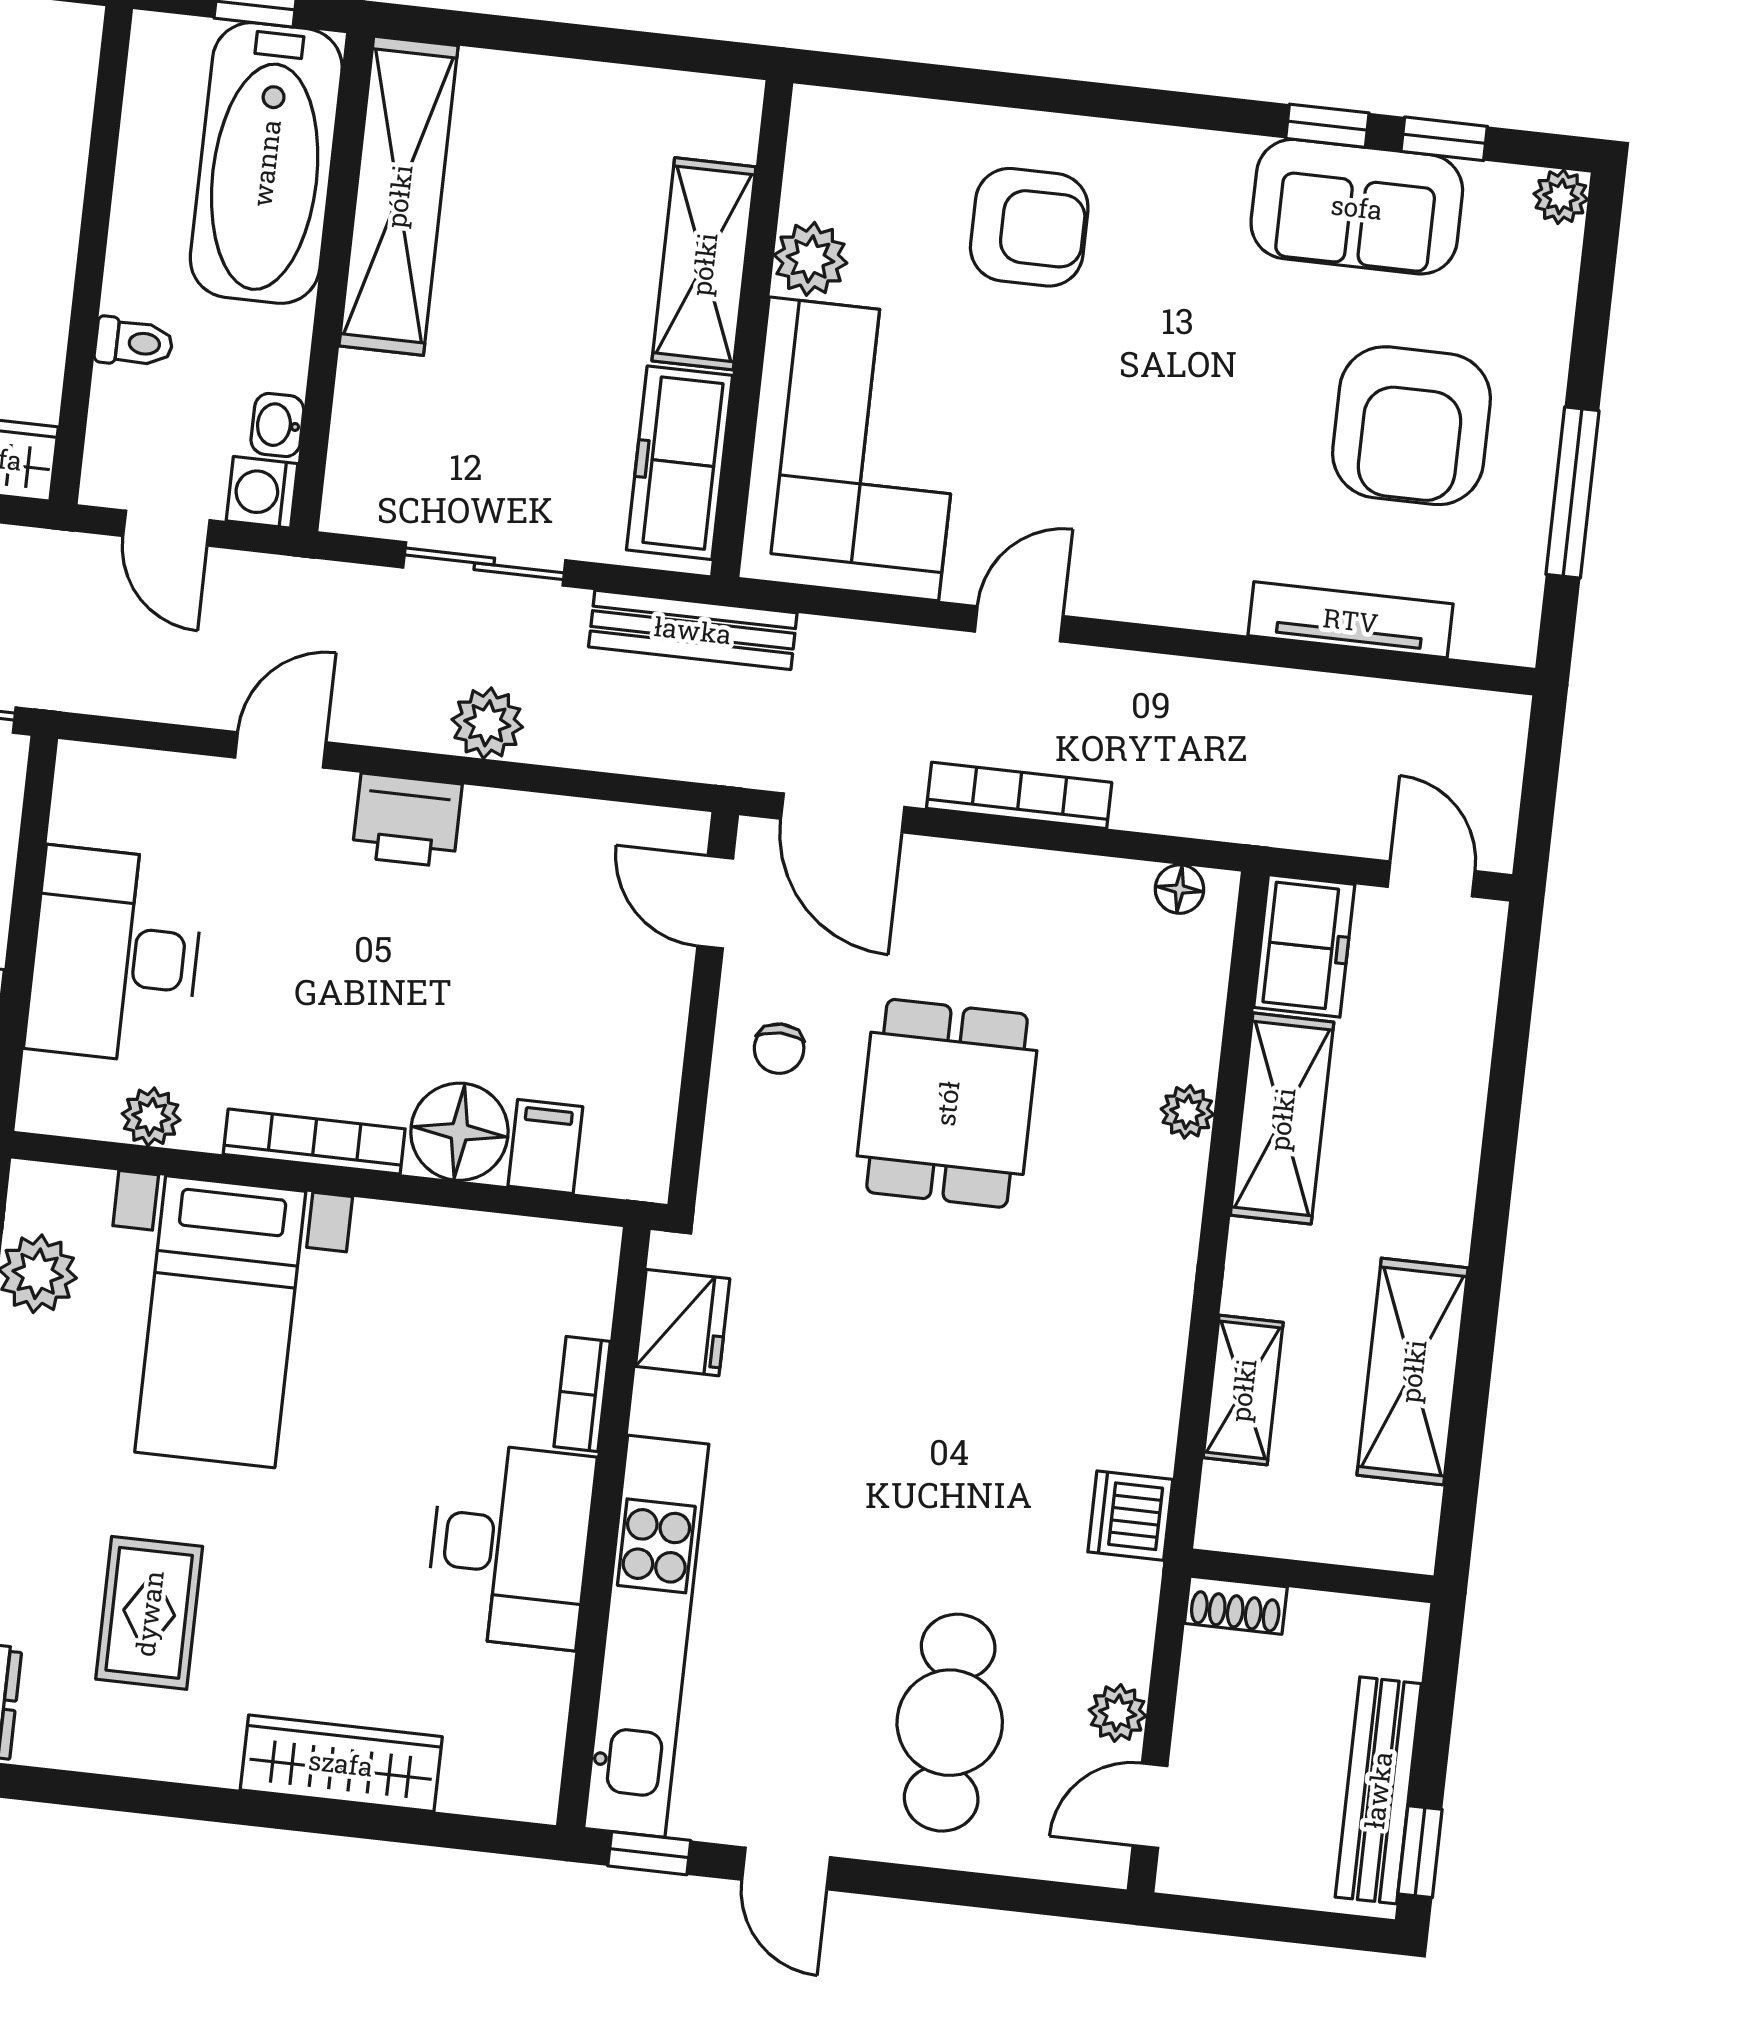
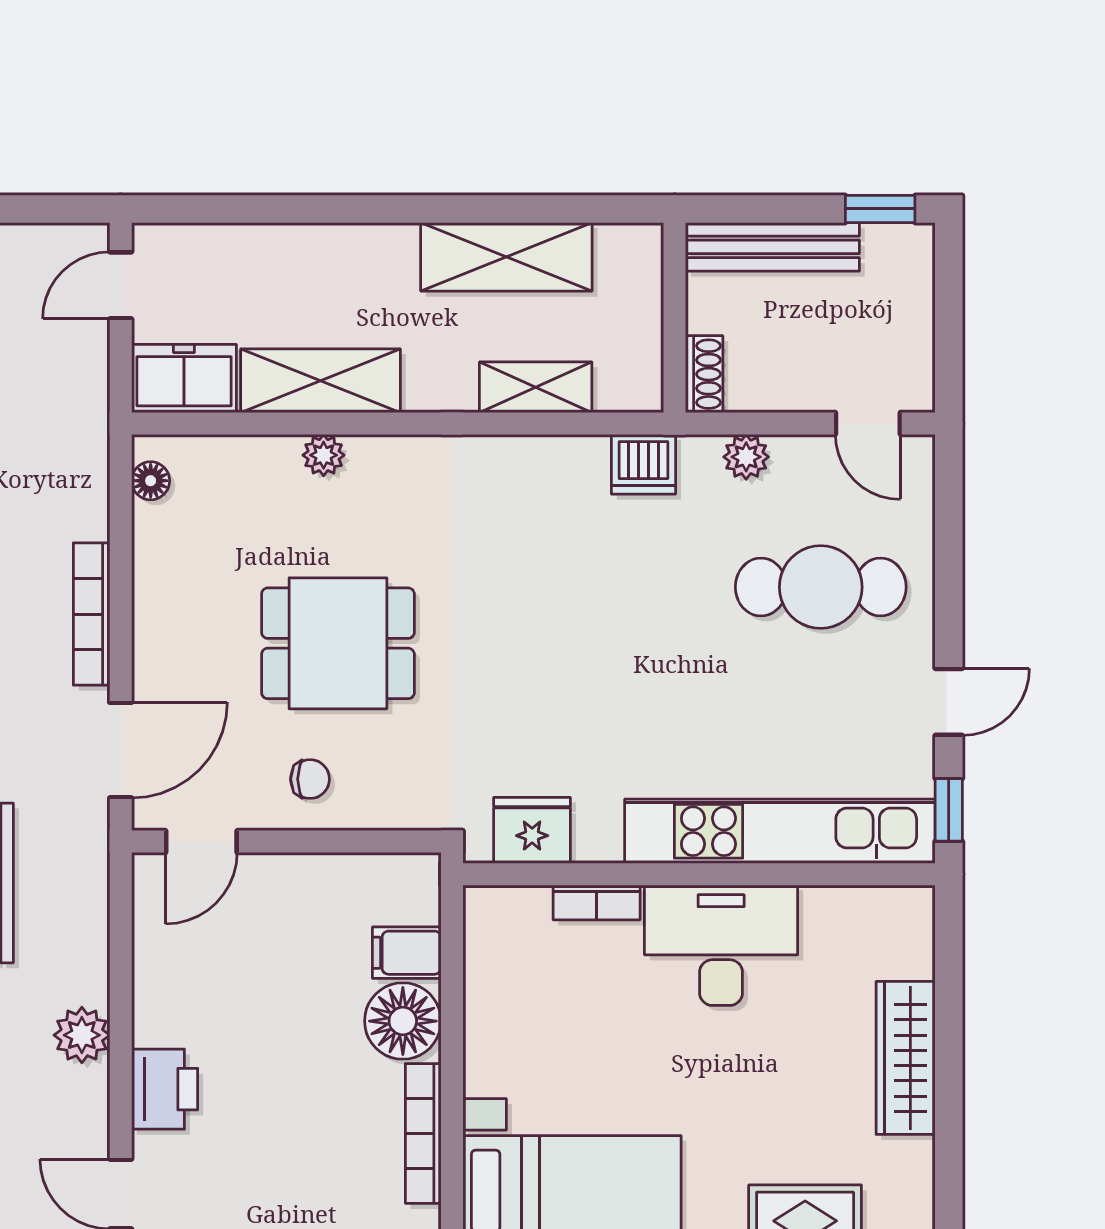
plant: (1118, 1713) -> (746, 457), moved
bench: (1378, 1790) -> (772, 247), moved

